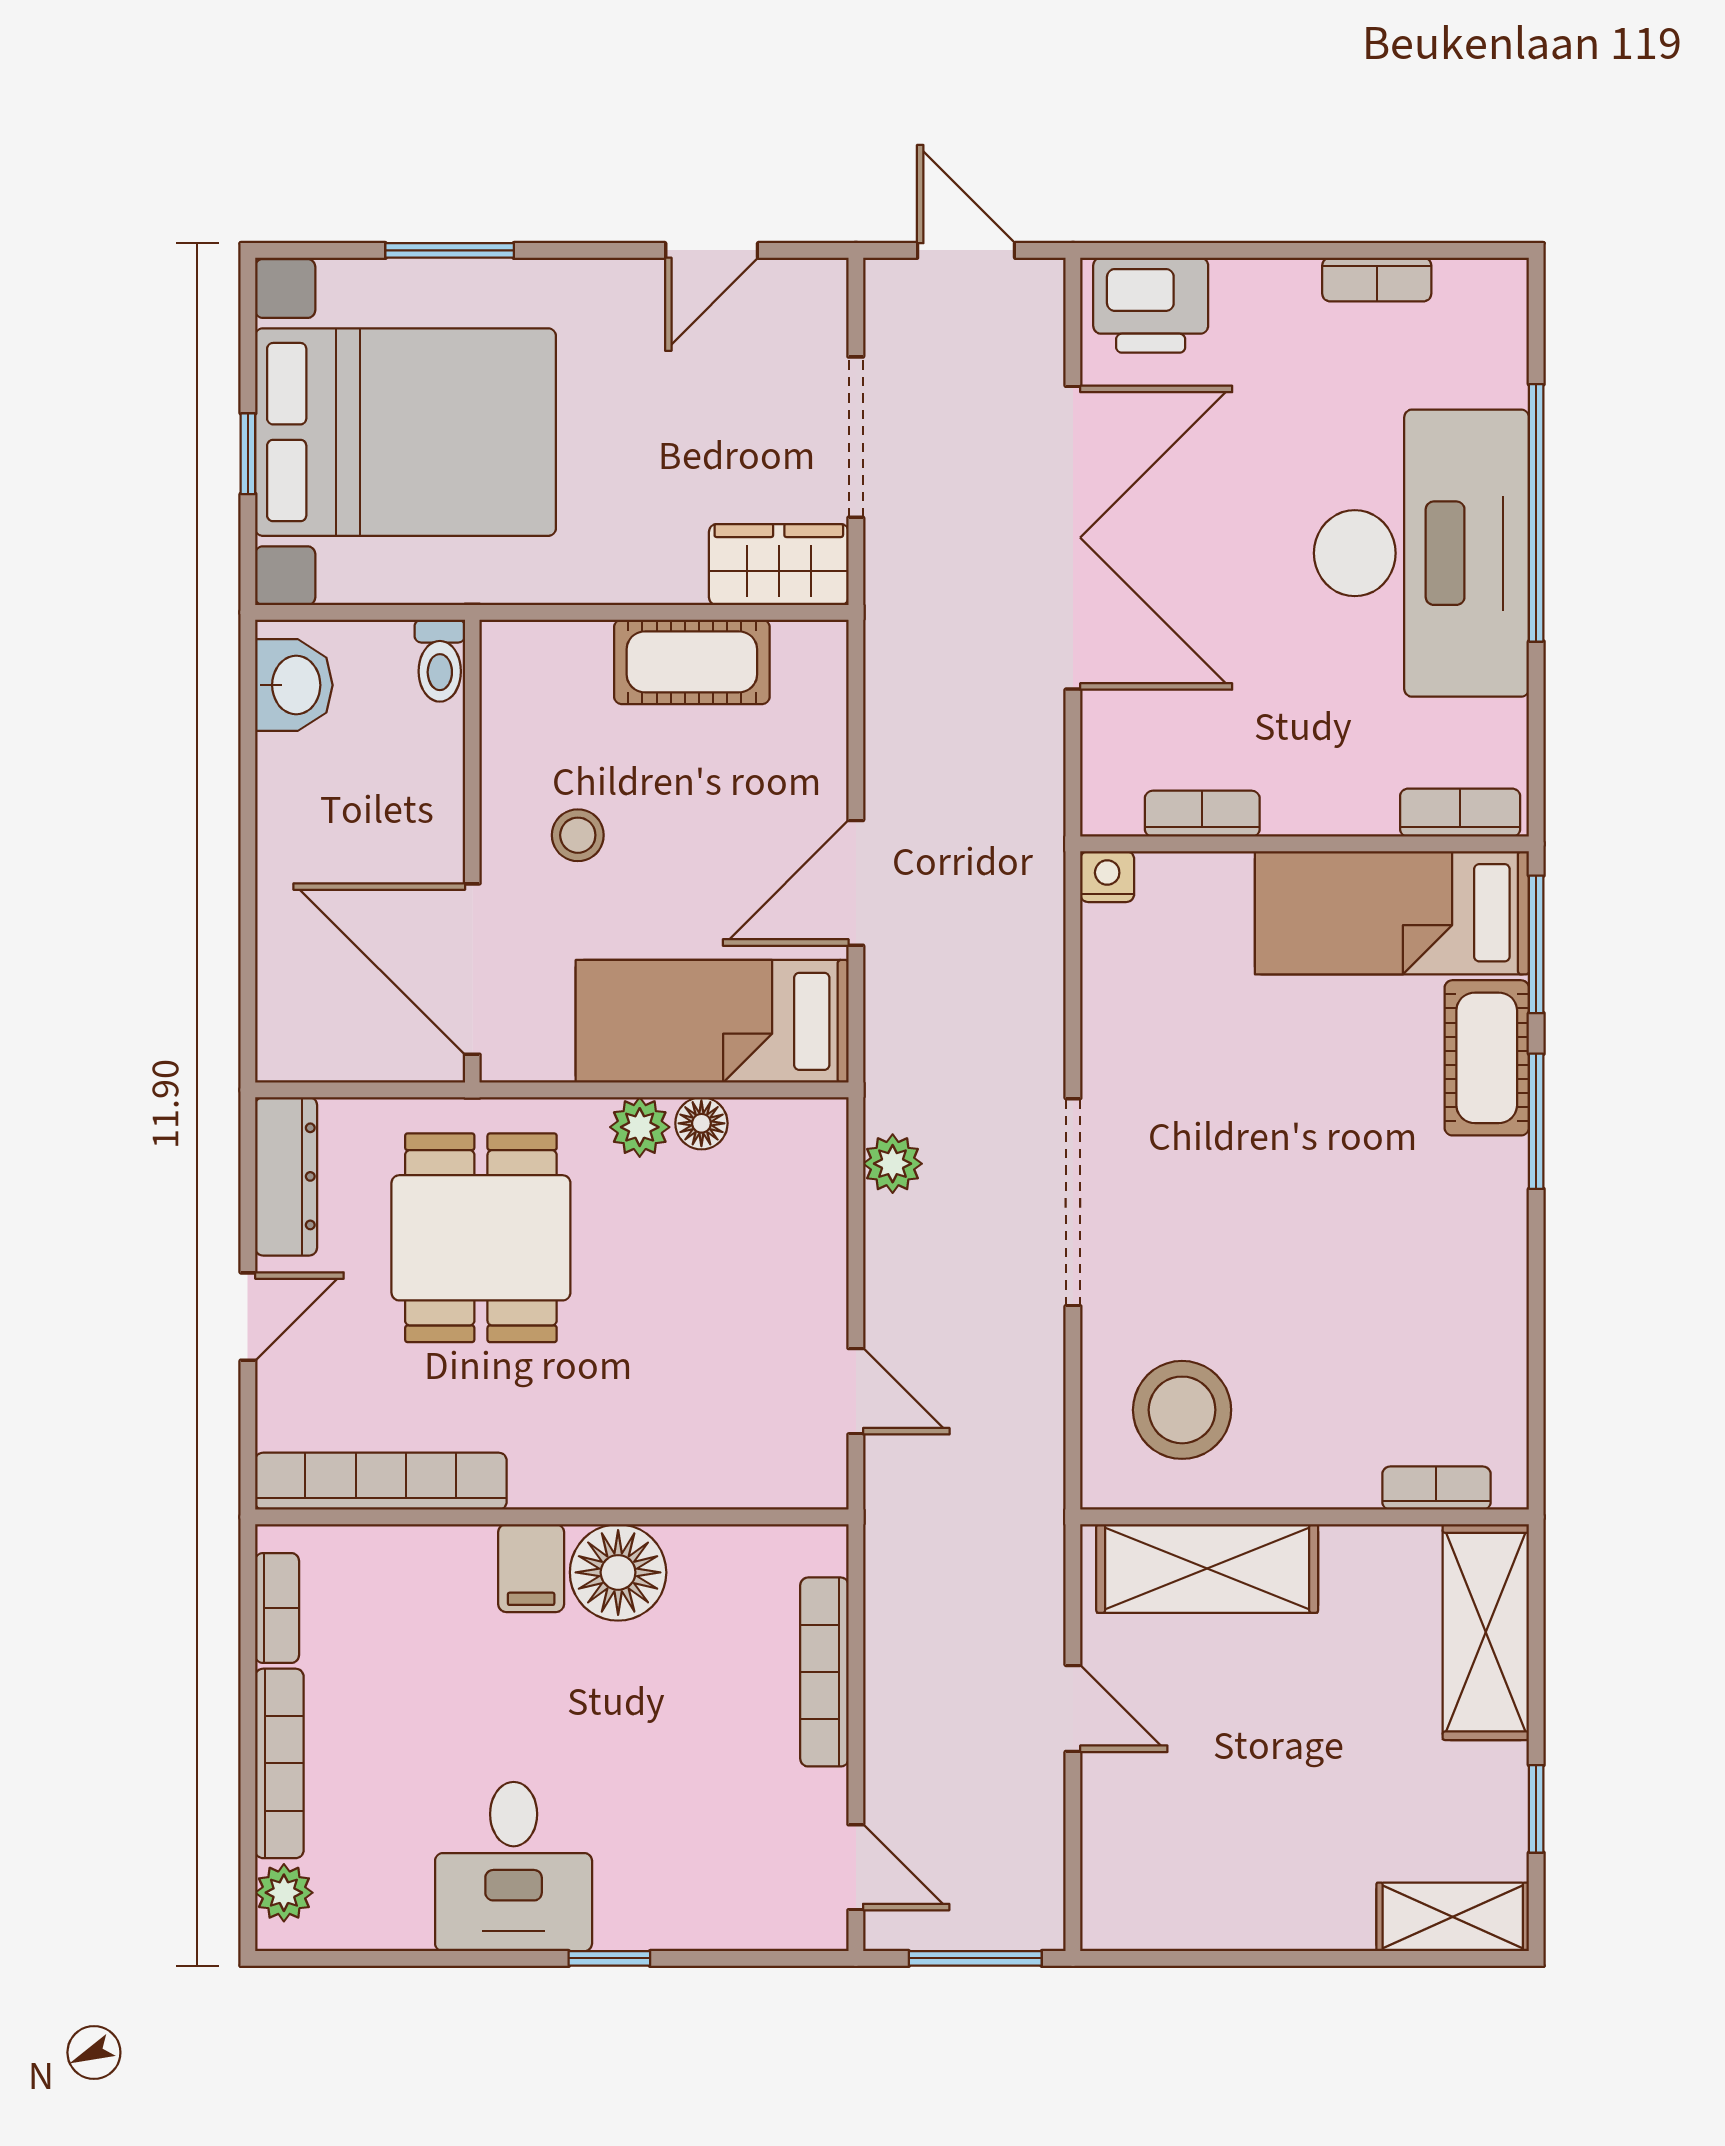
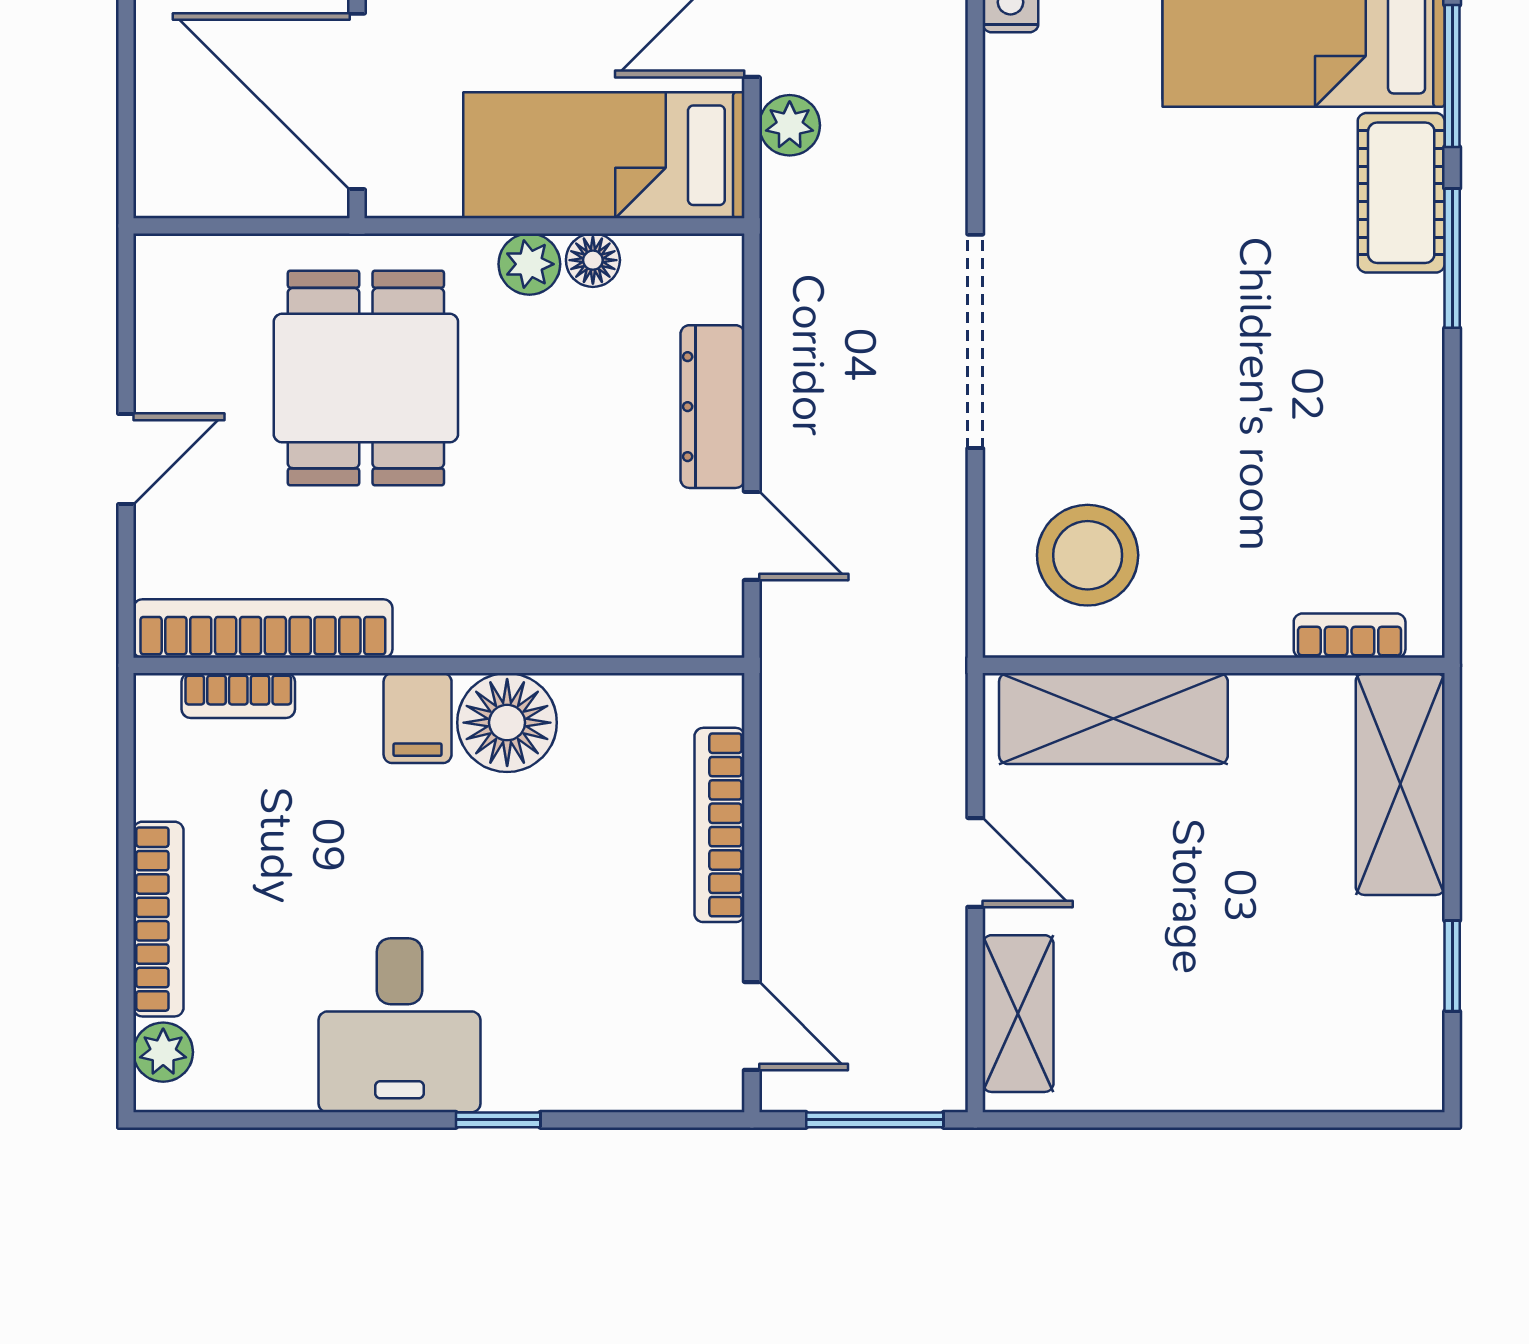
plant: (893, 1164) -> (790, 125), moved
dresser: (286, 1176) -> (712, 407), moved, turned 180
bookcase: (277, 1608) -> (238, 695), moved, turned 90
shelving: (1453, 1917) -> (1018, 1014), moved, turned 90

